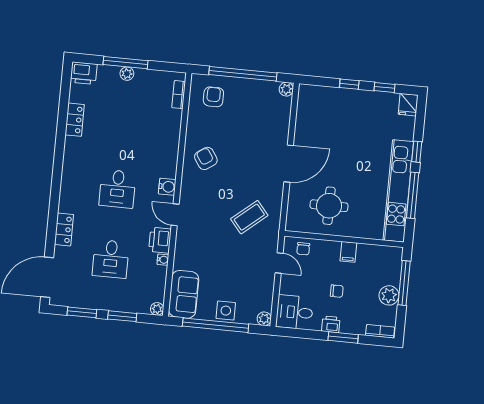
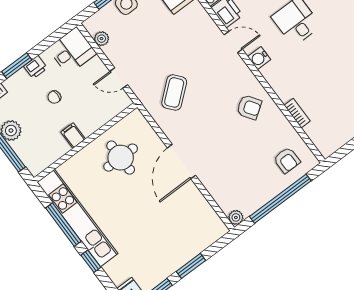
window: (349, 84) -> (191, 266), width x1.50
bookcase: (179, 95) -> (297, 113), moved
chair: (303, 249) -> (110, 106), removed
plant: (264, 319) -> (102, 39), moved

